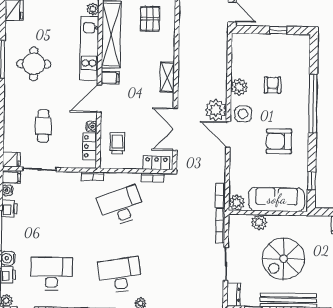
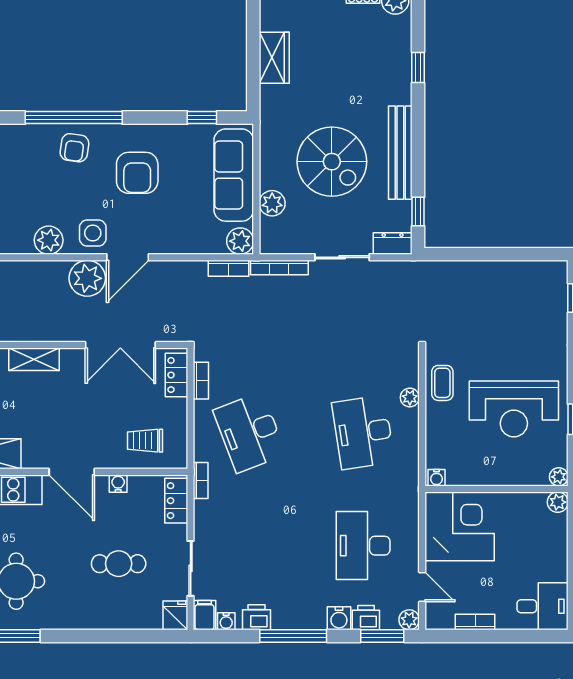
filing cabinet: (110, 78) -> (37, 454), removed
armchair: (273, 85) -> (74, 148), moved, turned -82
locker: (90, 146) -> (176, 501), moved, turned 90

